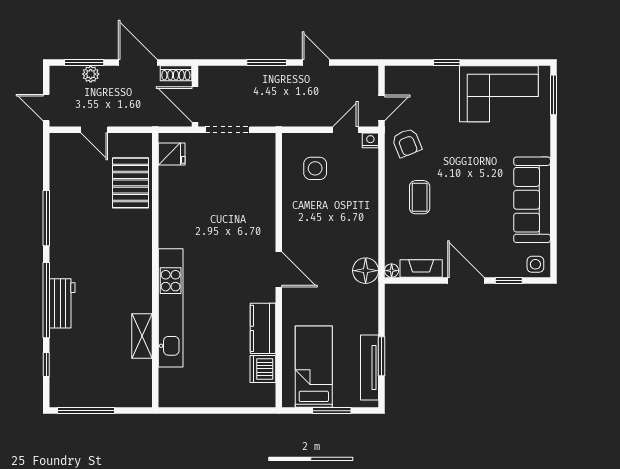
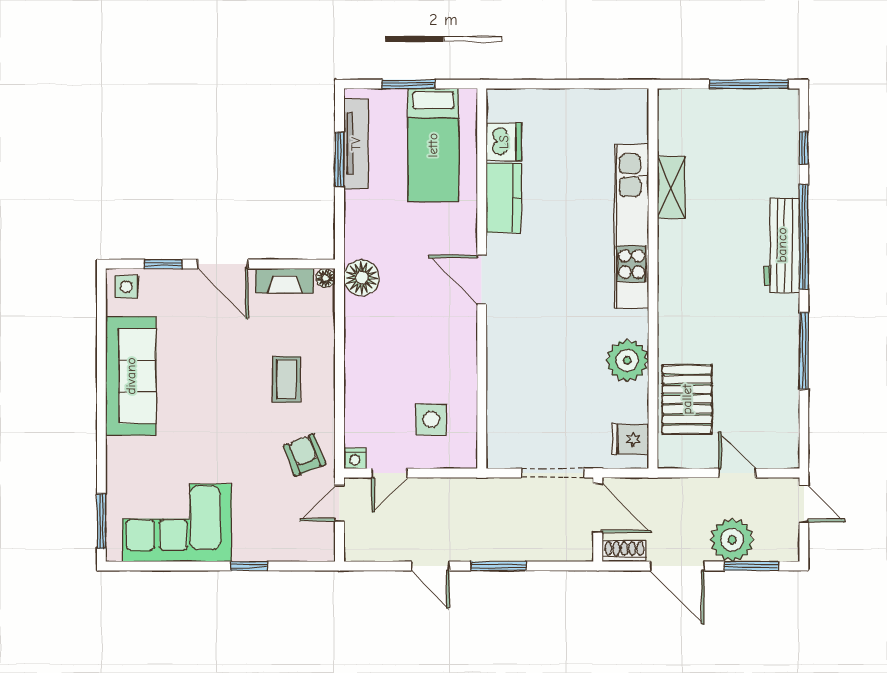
plant: (91, 74) -> (732, 540), width x1.88, depth x1.88
plant: (174, 211) -> (627, 360), added
workbench: (62, 303) -> (782, 245), width x1.37

